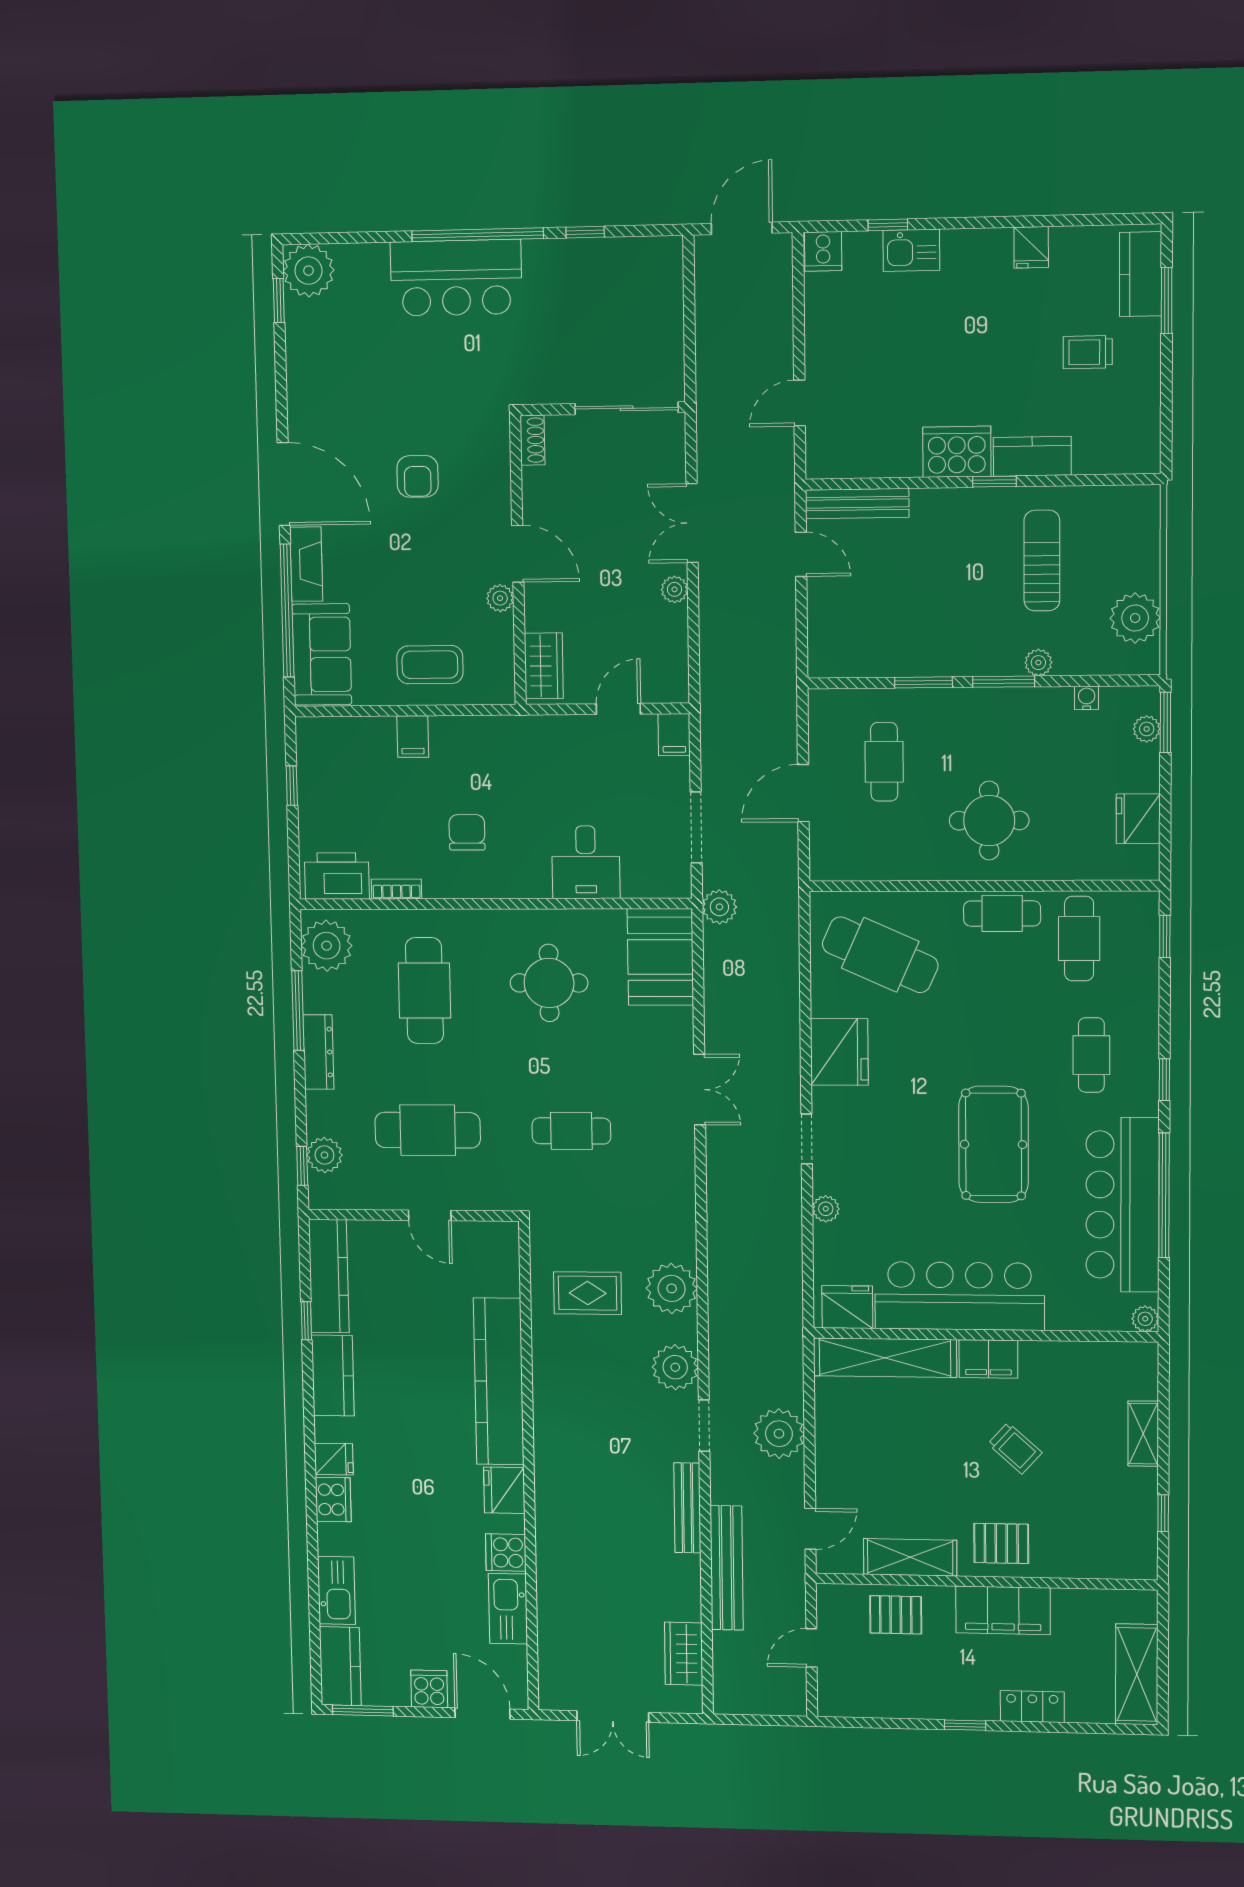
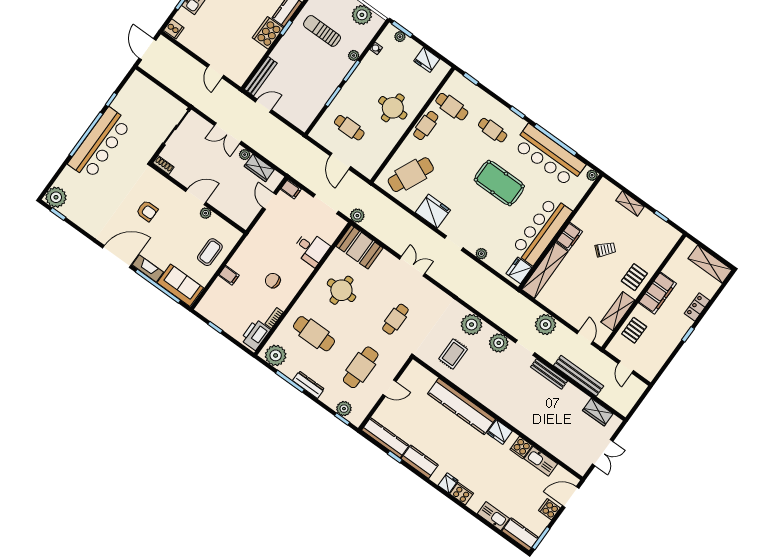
bar counter: (456, 278) -> (100, 144), width x1.36
wardrobe: (544, 666) -> (259, 168), moved, turned 180

